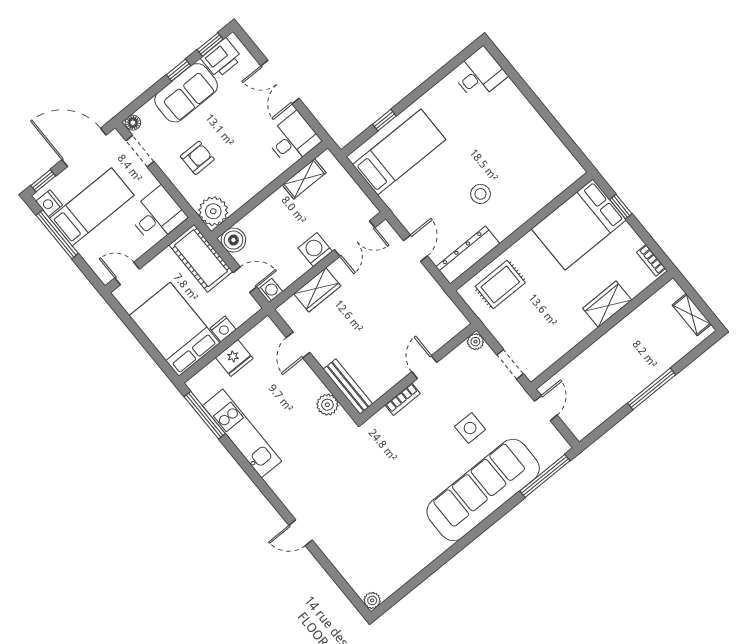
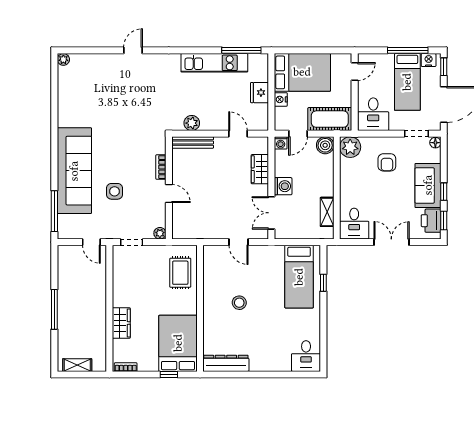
dresser: (468, 255) -> (226, 363), moved, turned -90

